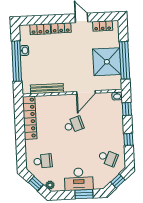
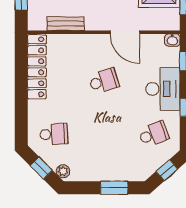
bench: (47, 89) -> (66, 24), width x0.73
door: (86, 92) -> (125, 32), hinge flipped
school desk: (108, 158) -> (154, 134), turned -45
desk: (79, 179) -> (163, 89), moved, turned -90

